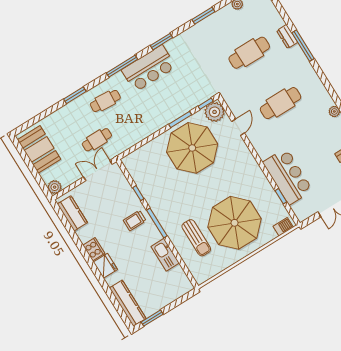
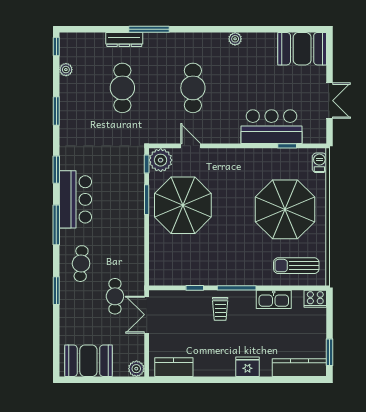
dresser: (287, 36) -> (124, 40), width x1.44
sun lounger: (196, 238) -> (296, 266), moved, turned 180
cooker: (94, 249) -> (315, 299), moved, turned 180

